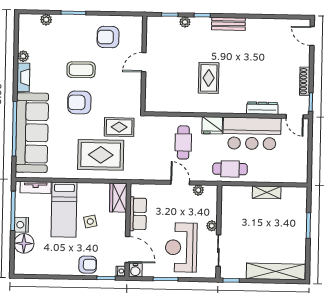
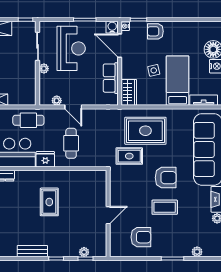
plant: (185, 22) -> (84, 252), moved

